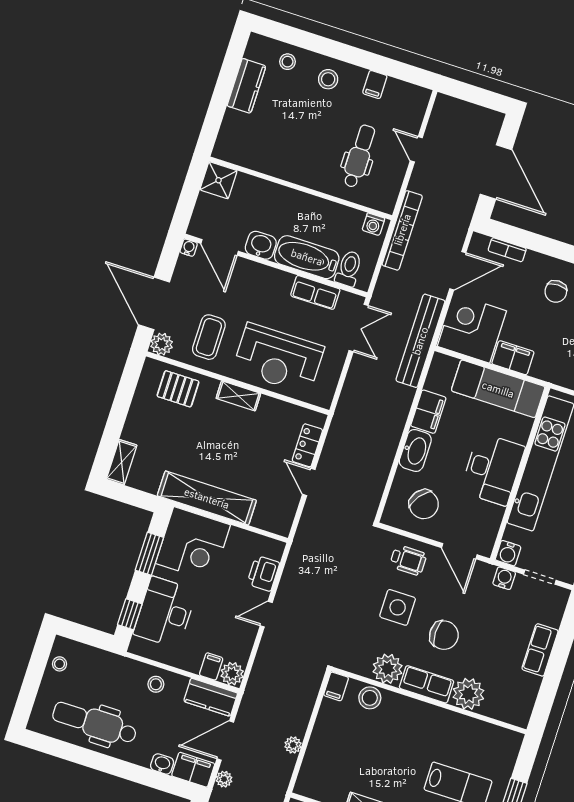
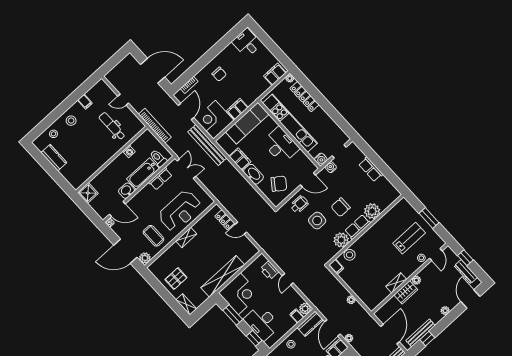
washing machine: (373, 224) -> (129, 151), moved
pallet: (178, 389) -> (176, 279), moved
chair: (444, 635) -> (341, 207), turned 180

